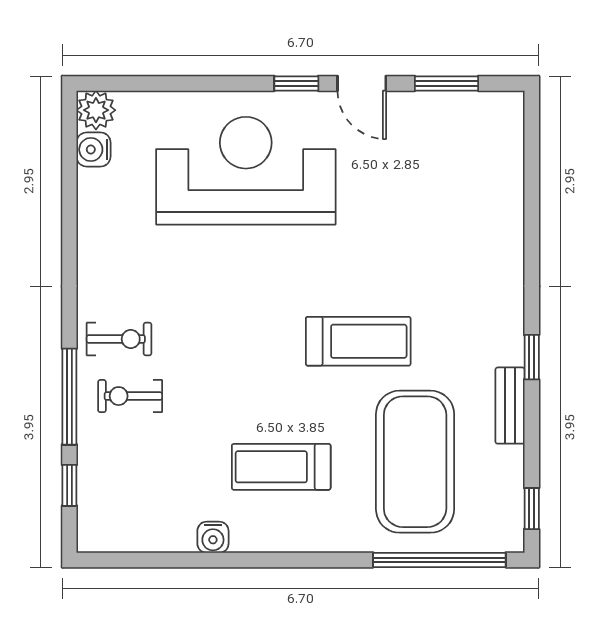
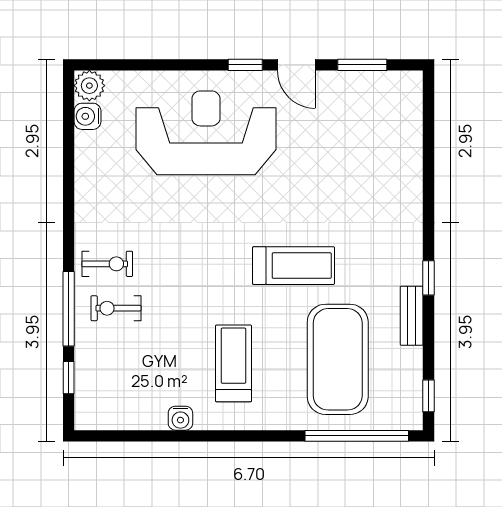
treadmill: (281, 467) -> (234, 363), turned 90

